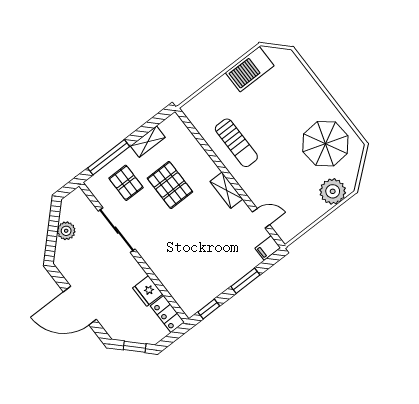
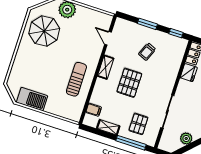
pallet: (170, 185) -> (129, 83), moved
filing cabinet: (268, 248) -> (94, 110), moved
trolley: (210, 256) -> (147, 52), added

